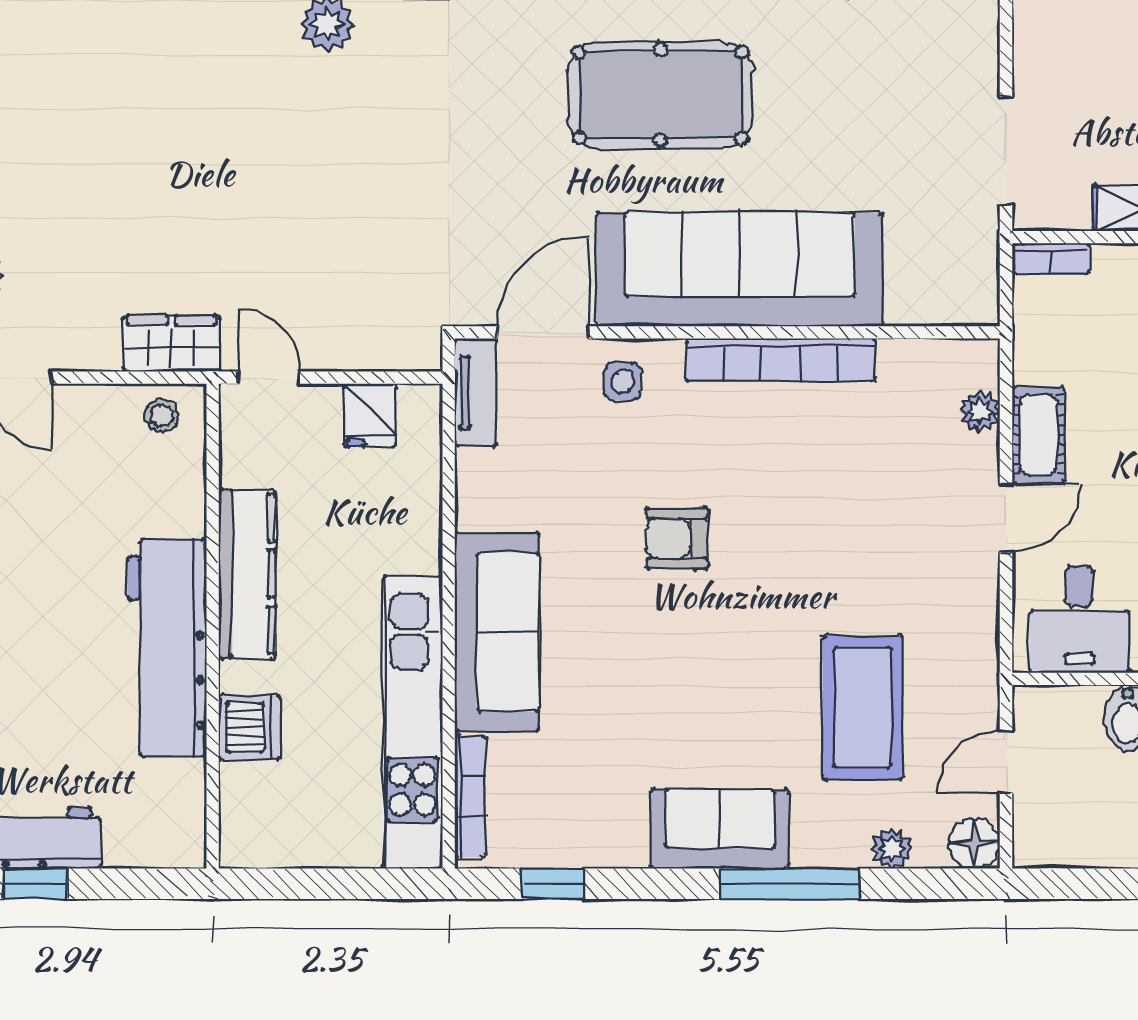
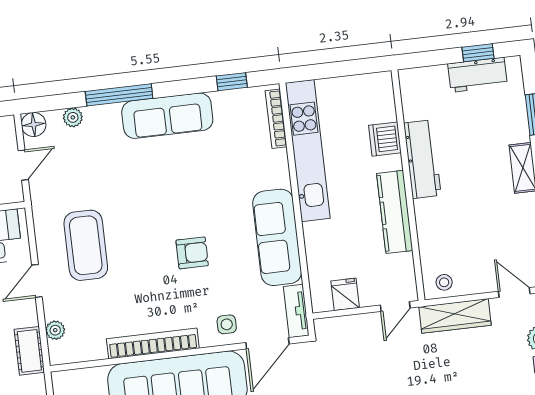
wardrobe: (172, 343) -> (455, 316), width x1.50
door: (269, 378) -> (395, 306), hinge flipped
cot: (1038, 435) -> (29, 351), moved
sofa: (497, 632) -> (277, 237), moved
workbench: (167, 648) -> (422, 159), width x0.73, depth x0.76
coffee table: (863, 708) -> (86, 245), moved
sofa: (720, 829) -> (167, 116), width x1.36

